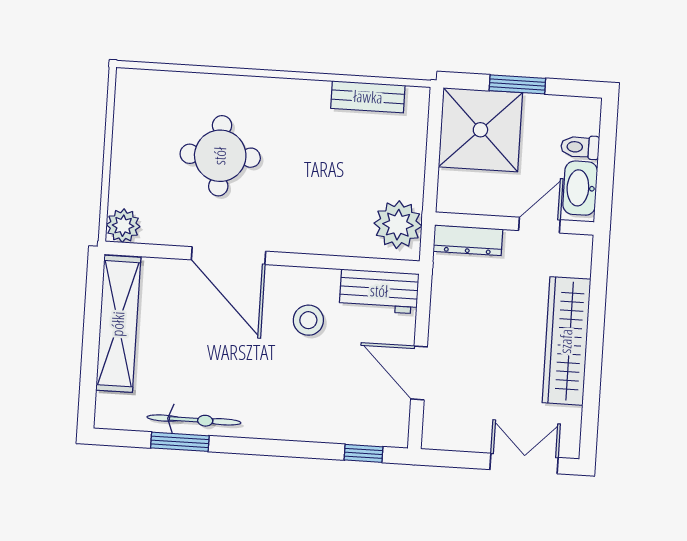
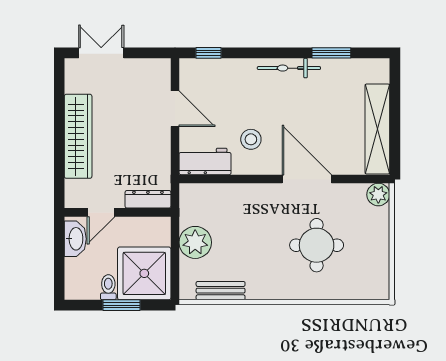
toilet: (580, 147) -> (108, 287), moved, turned -90
plant: (398, 225) -> (195, 242), moved
bicycle: (194, 420) -> (289, 68), moved
double door: (524, 463) -> (101, 53), swing flipped

